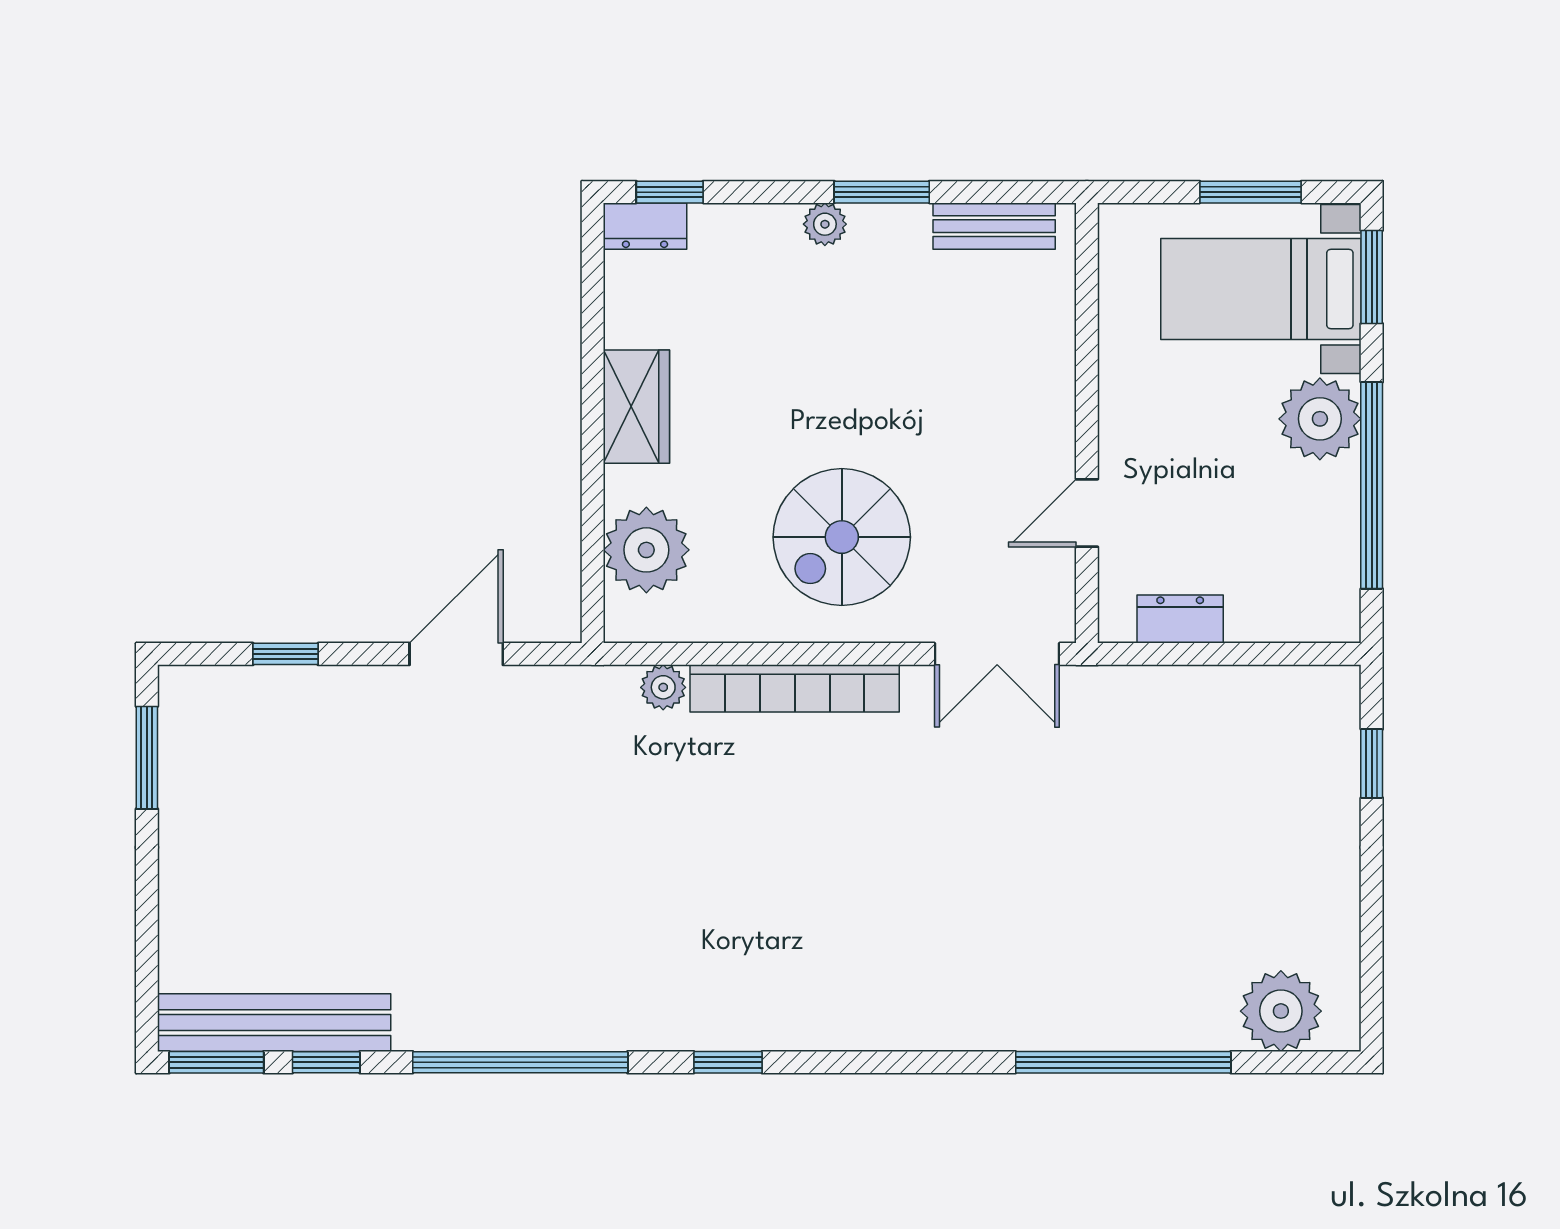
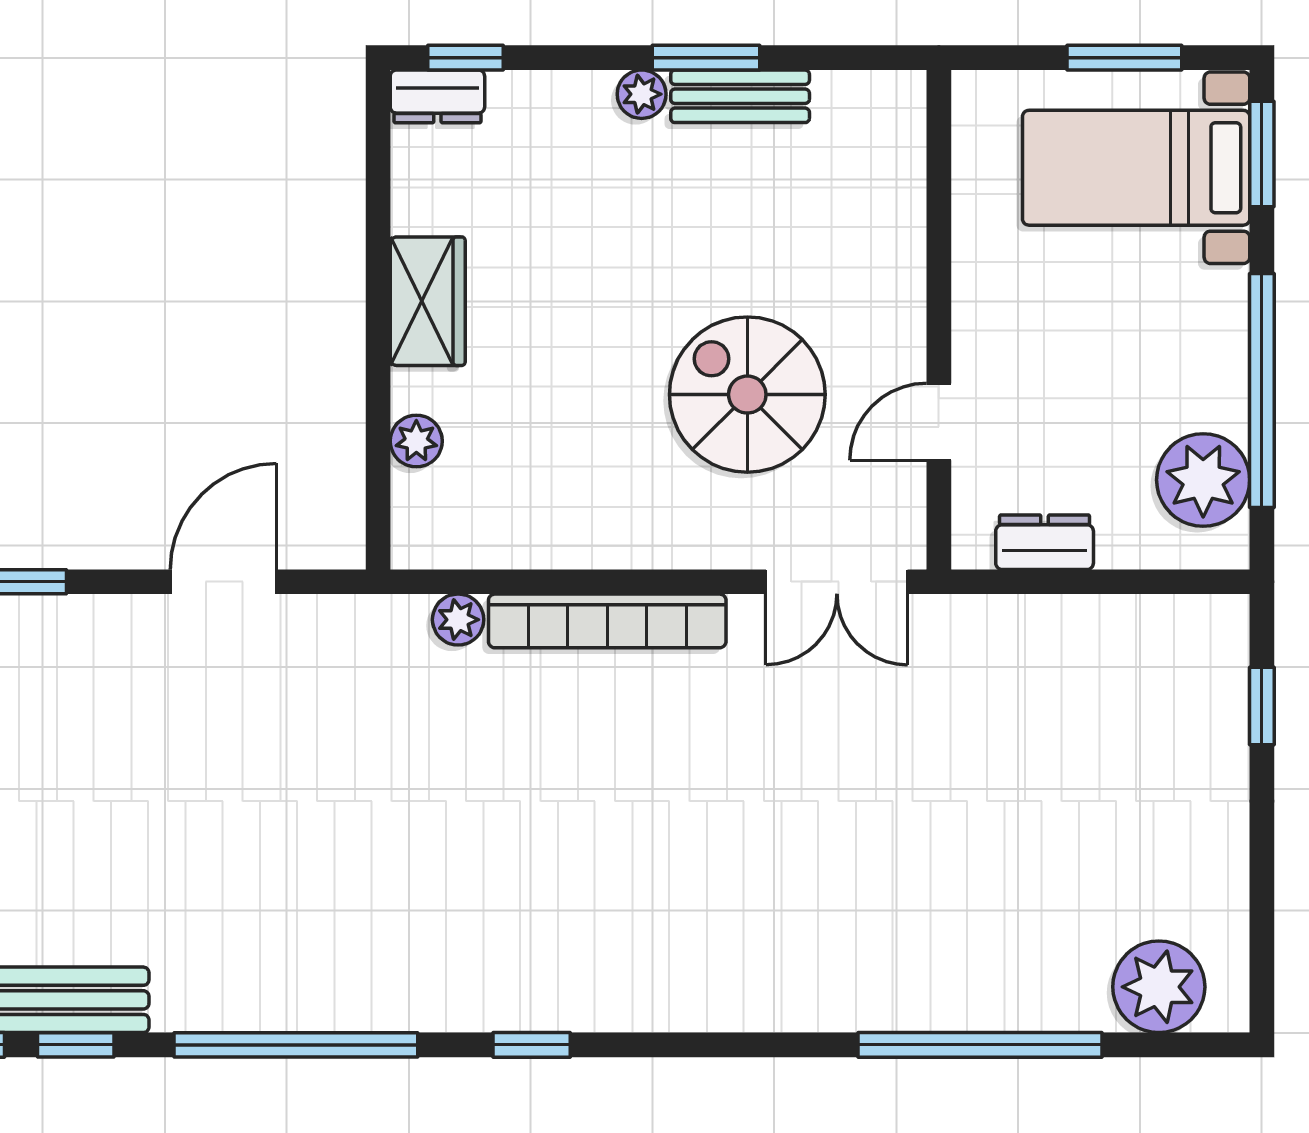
bench: (994, 226) -> (740, 96), moved
plant: (1320, 419) -> (1203, 480), moved
spiral stairs: (842, 537) -> (747, 395), moved, turned 90
plant: (646, 550) -> (416, 441), width x0.53, depth x0.53

